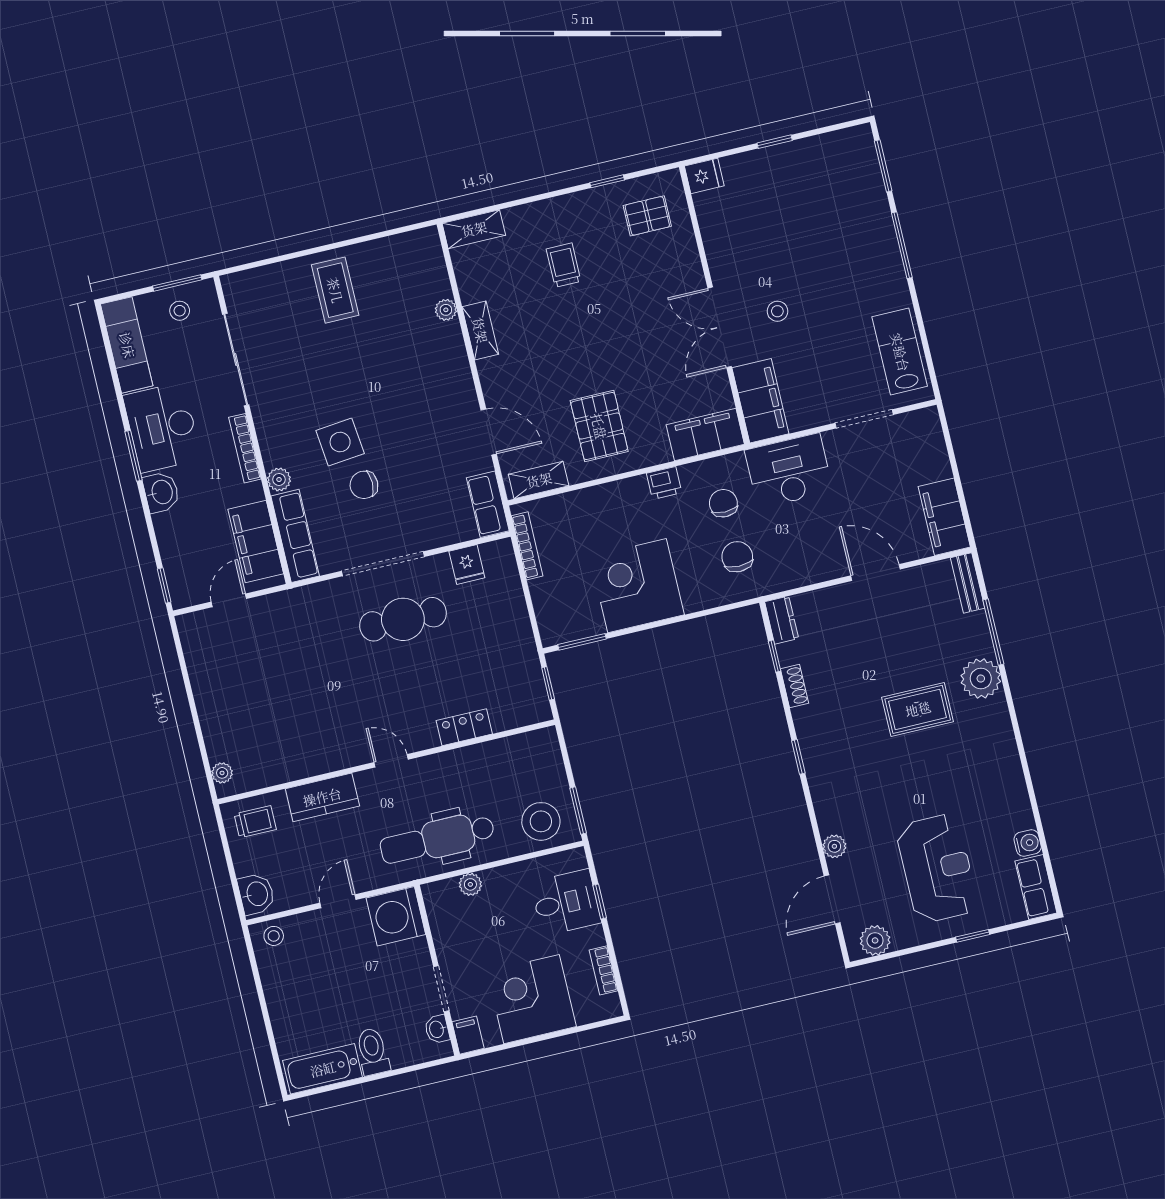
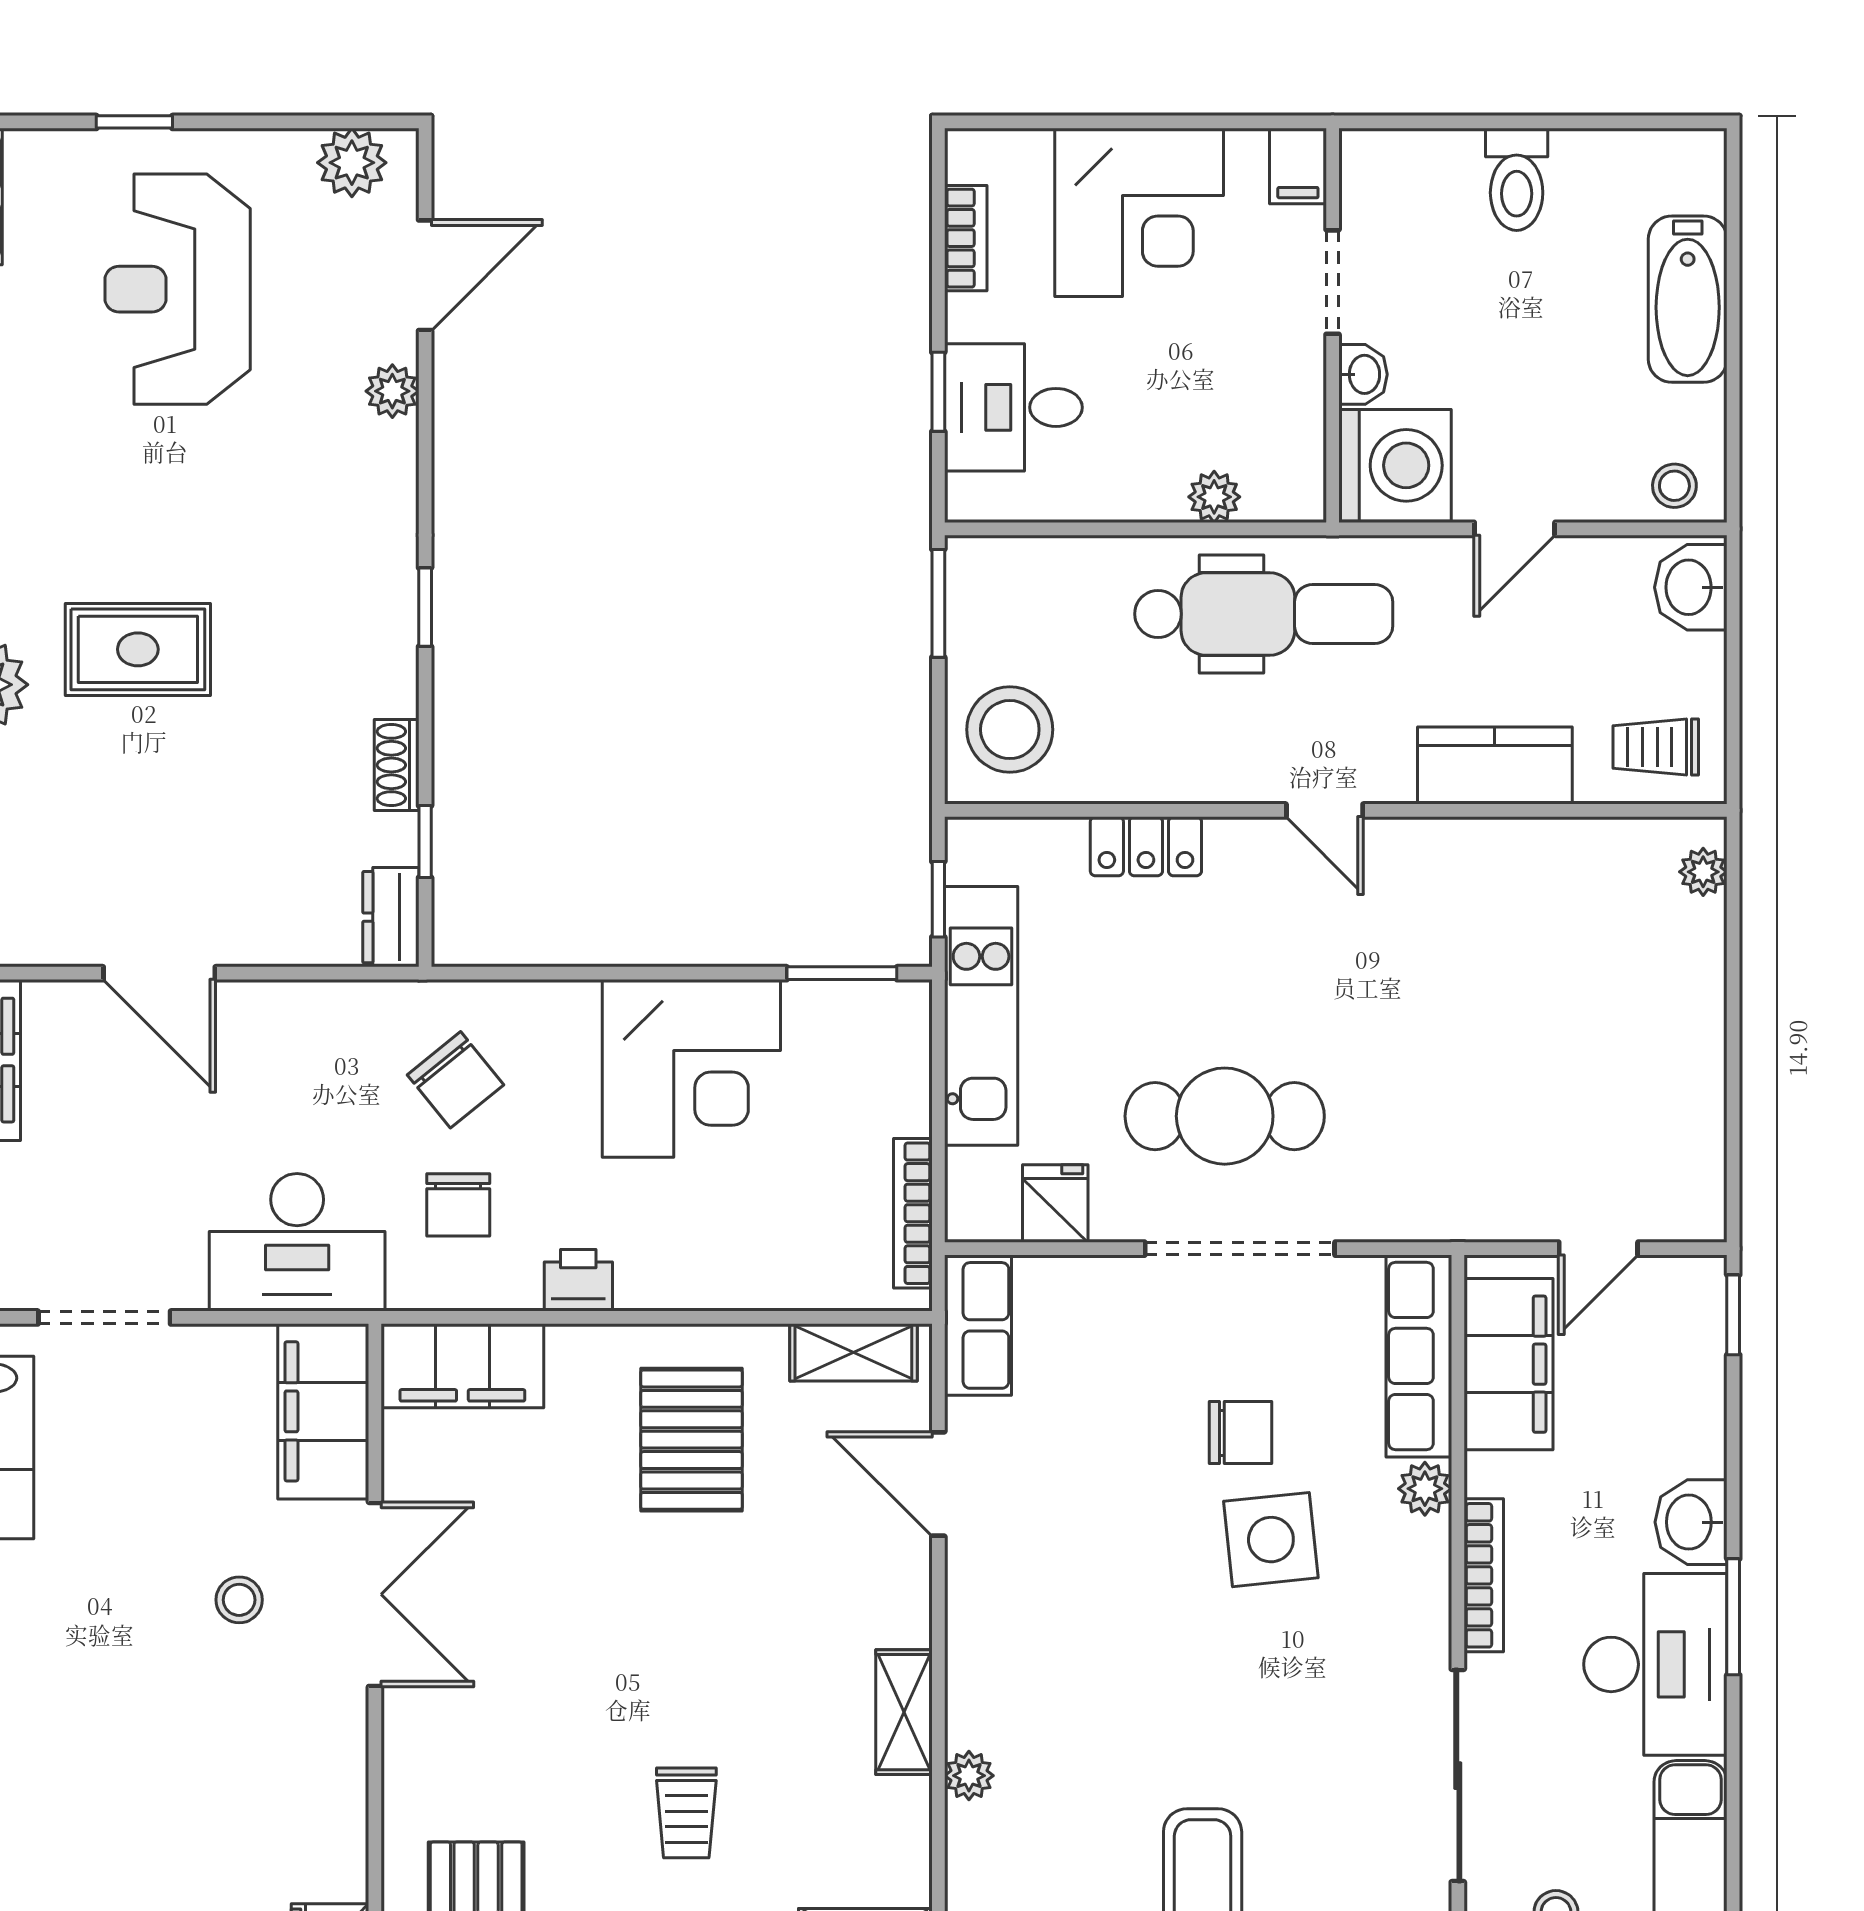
chair: (737, 557) -> (456, 1080), turned -39
kitchen unit: (518, 638) -> (981, 1016), added
stool: (541, 821) -> (1010, 730), moved
washbasin: (437, 1029) -> (1363, 374), moved
bathtub: (323, 1069) -> (1688, 299), moved, turned 90

